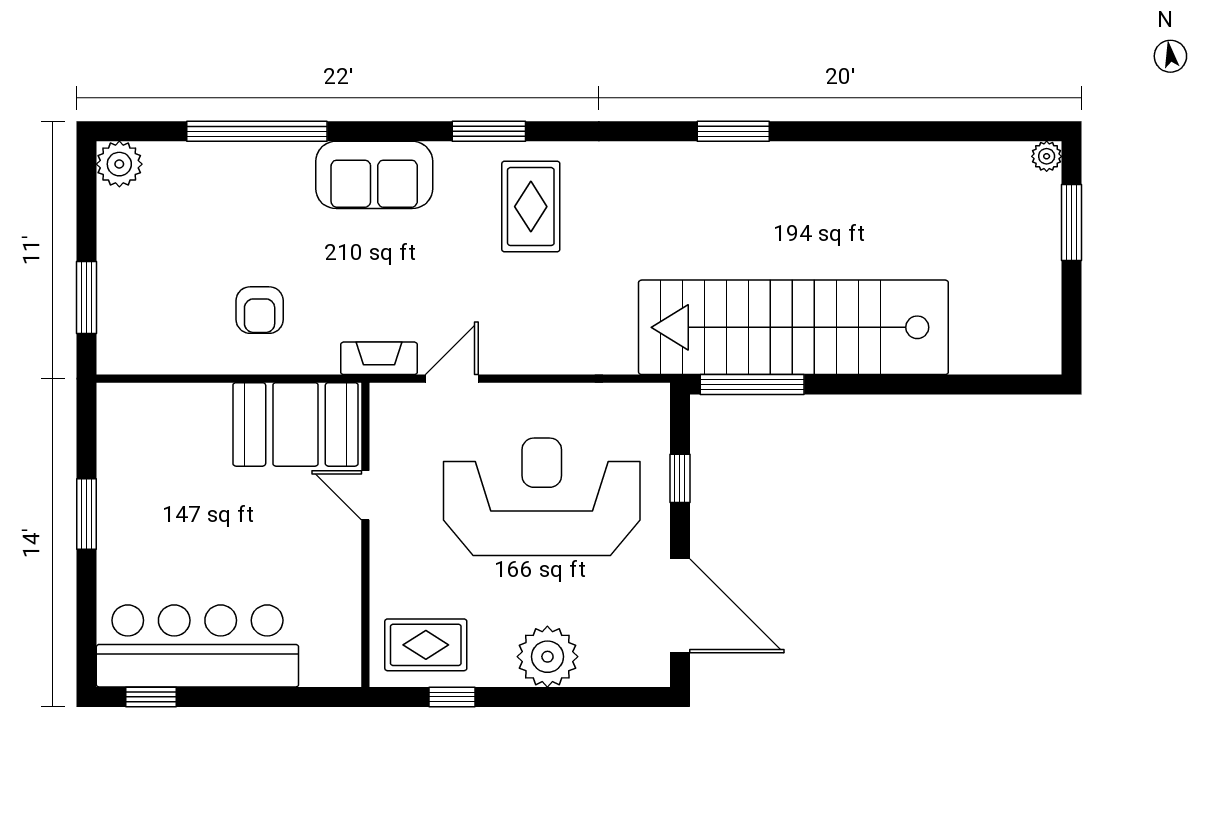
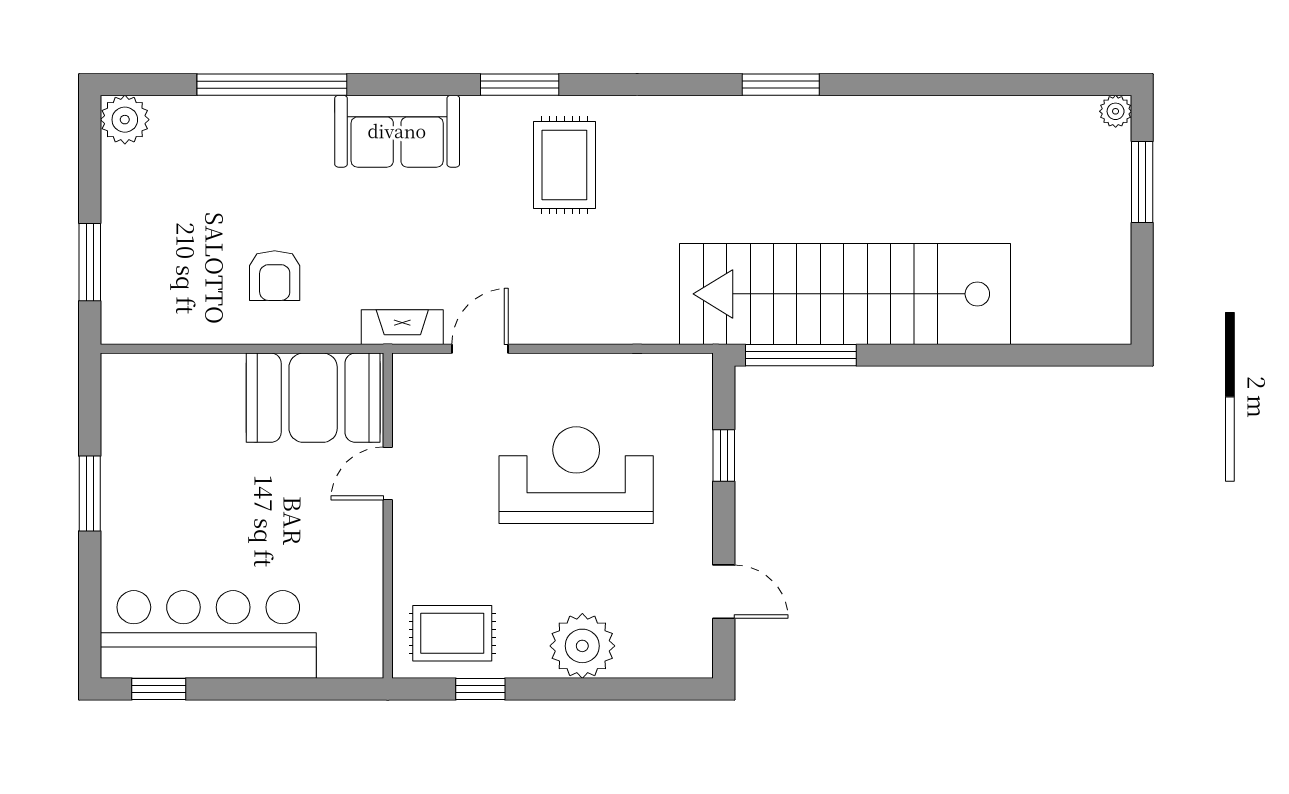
door: (365, 495) -> (388, 473), hinge flipped
reception desk: (542, 497) -> (576, 475), width x0.74, depth x0.77
door: (680, 606) -> (724, 592), width x0.53

